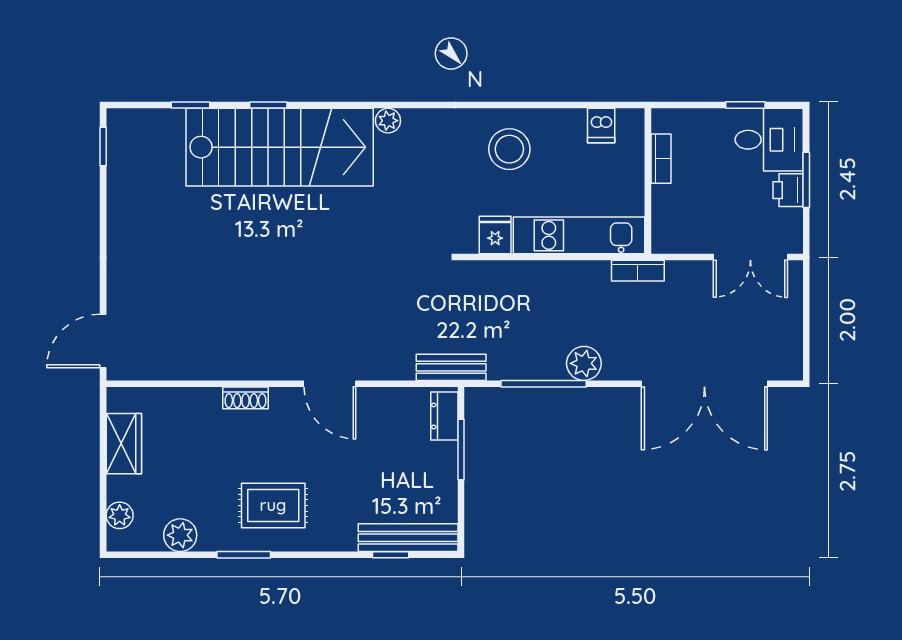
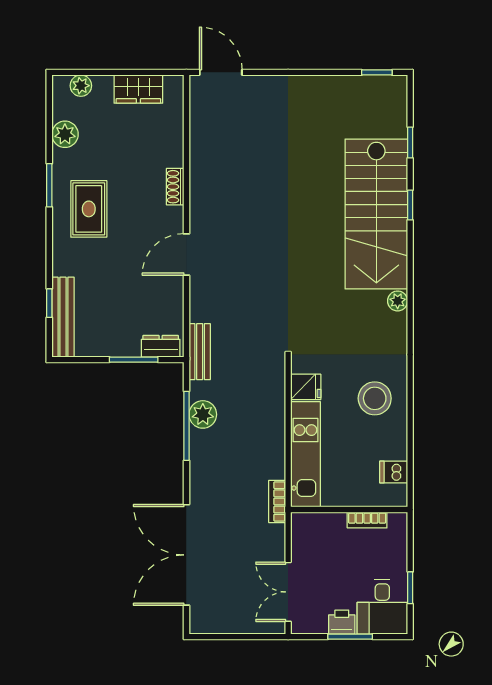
plant: (584, 363) -> (203, 414), moved

